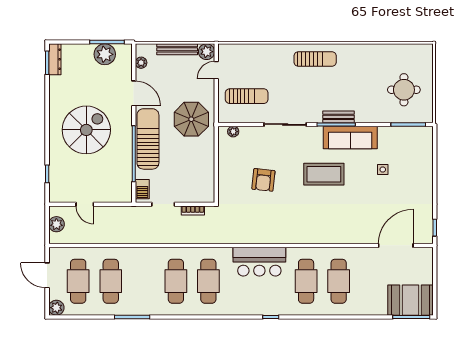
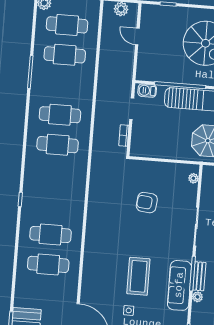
plant: (361, 117) -> (197, 297), added
side table: (383, 170) -> (129, 310), moved
coffee table: (324, 174) -> (138, 276), moved
door: (85, 204) -> (137, 37), hinge flipped
bar counter: (259, 262) -> (72, 193), removed

